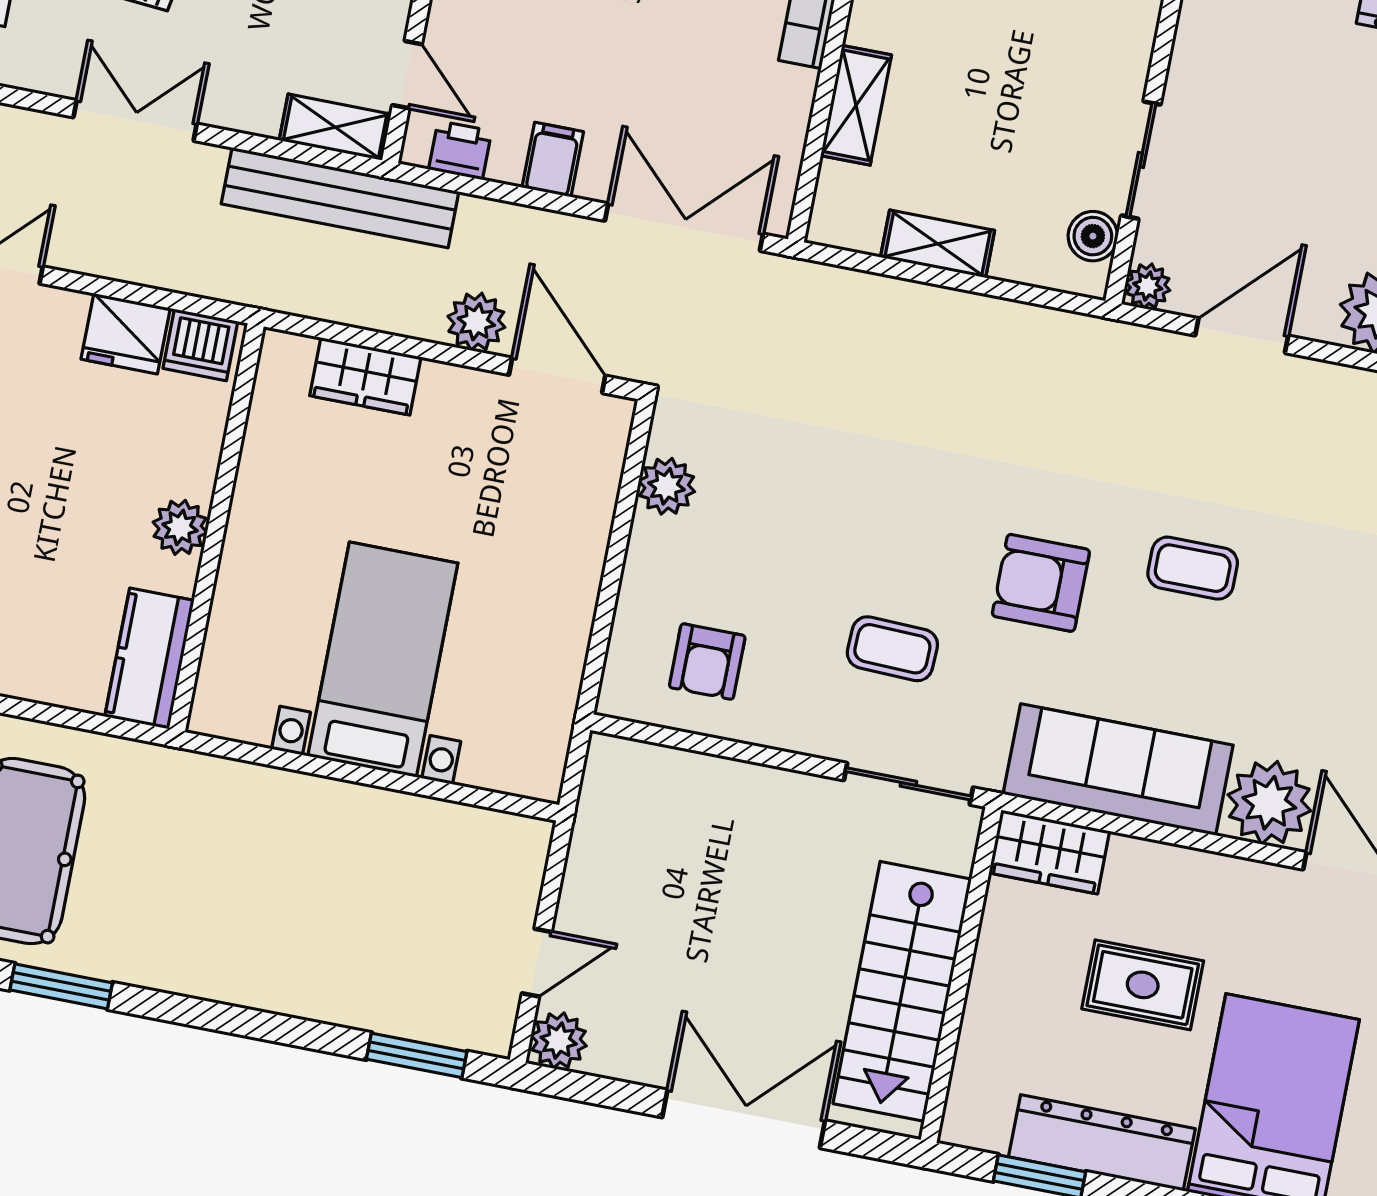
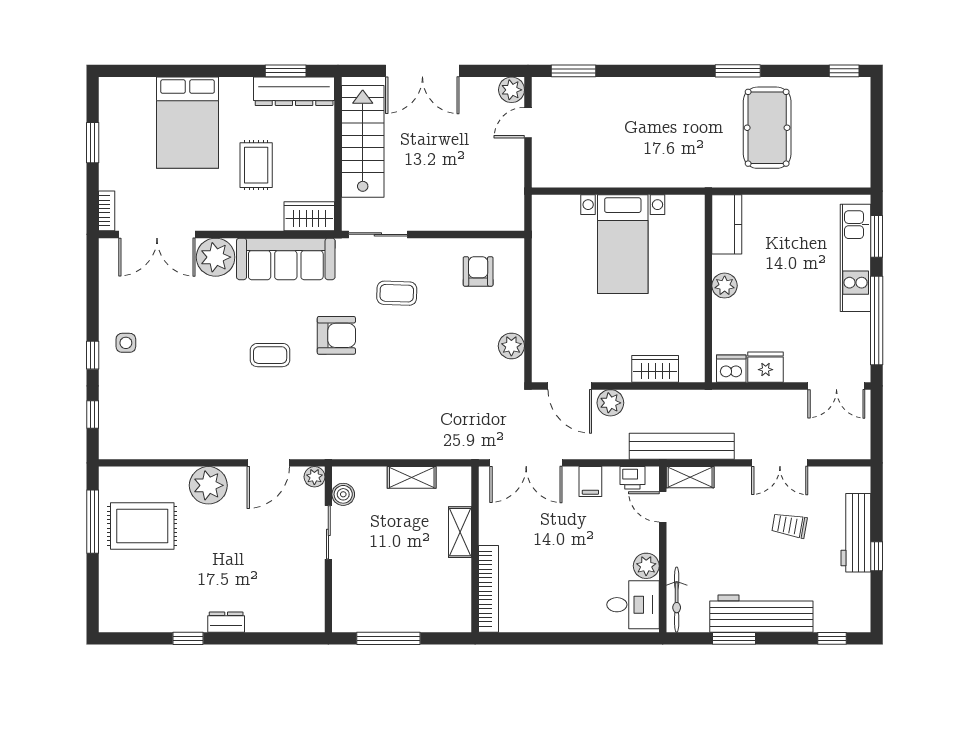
rug: (1143, 985) -> (256, 165), turned 90
dresser: (1102, 1143) -> (294, 91), moved

